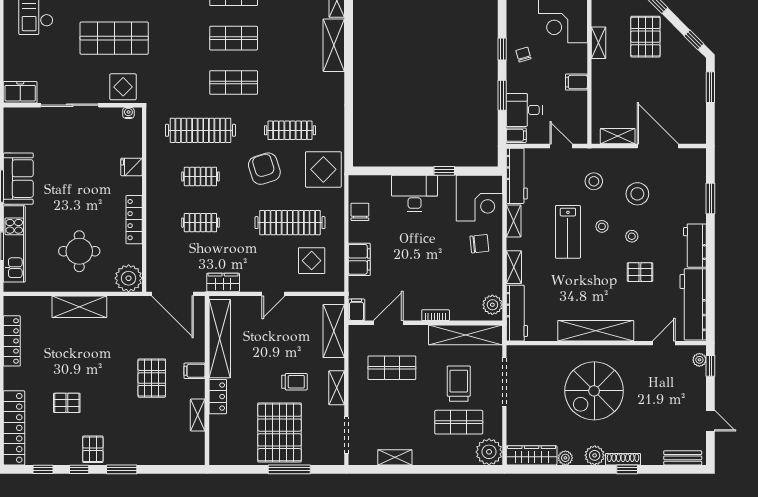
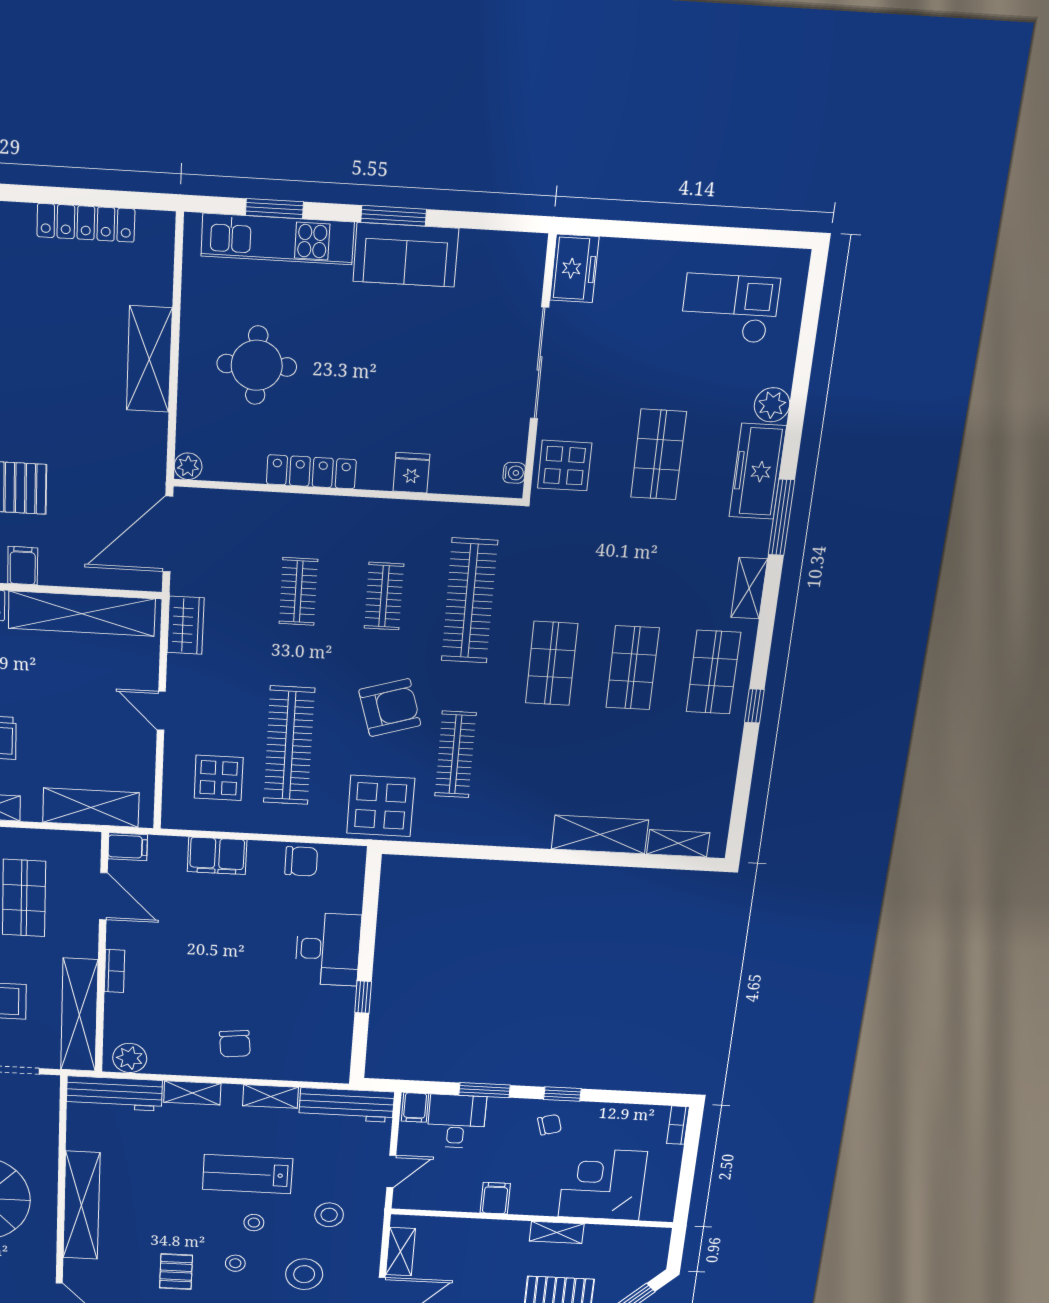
shop shelf: (114, 38) -> (658, 455), width x0.70, depth x0.74
corner desk: (479, 198) -> (313, 1048), removed
plant: (129, 278) -> (188, 466), width x0.53, depth x0.53

